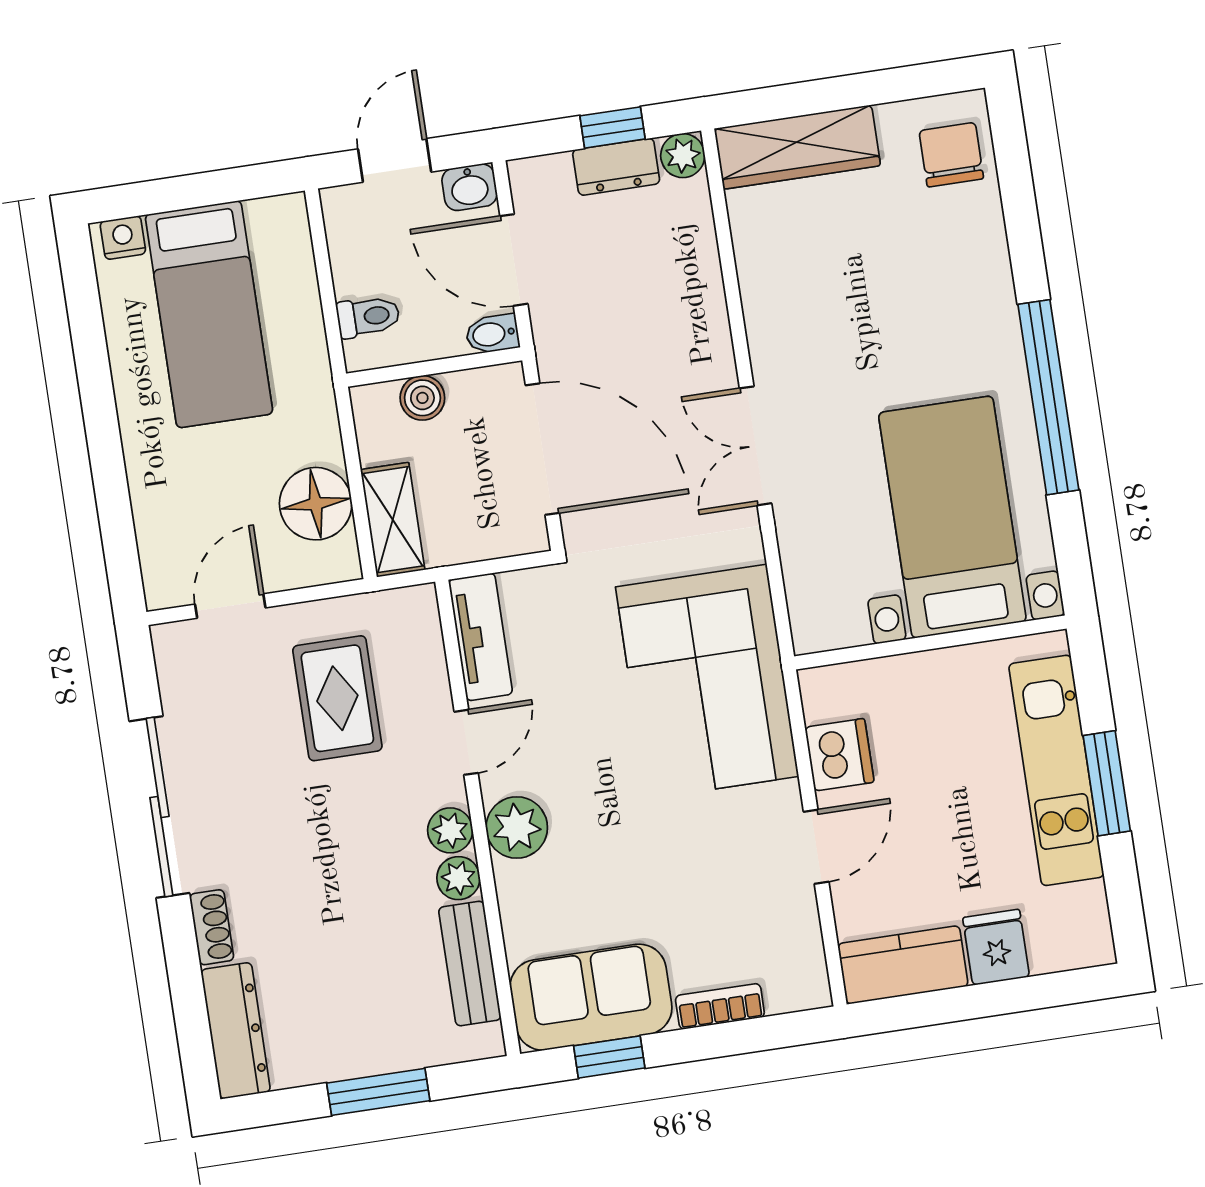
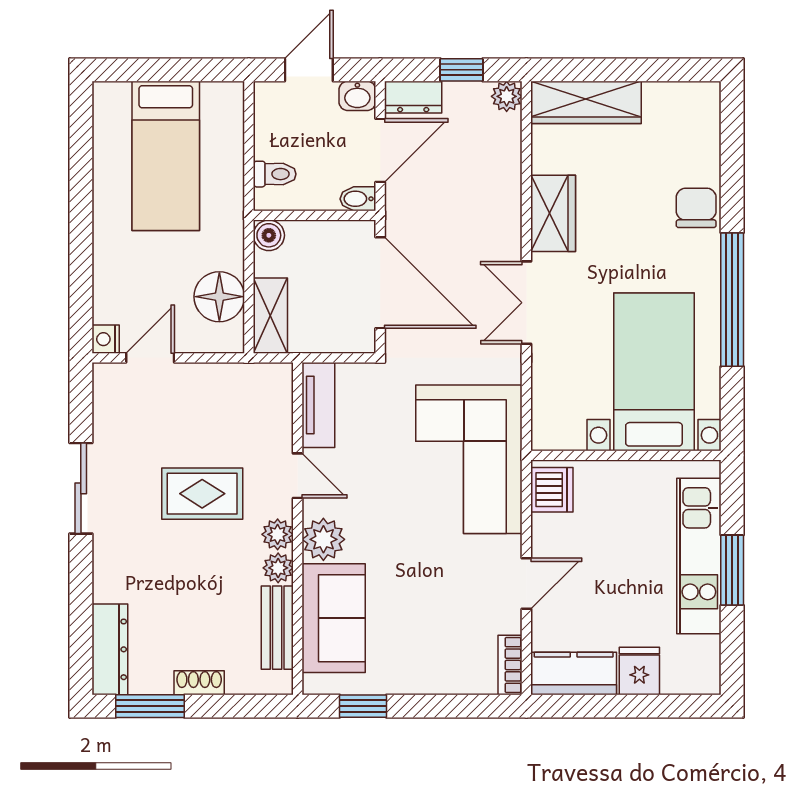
chair: (951, 155) -> (696, 208), moved
dresser: (616, 167) -> (413, 97), moved
nightstand: (123, 238) -> (106, 339), moved, turned -90
door: (514, 260) -> (380, 150), swing flipped
wardrobe: (774, 313) -> (553, 213), added
boiler: (422, 398) -> (269, 235), moved
rug: (337, 698) -> (202, 494), moved, turned 90
door: (466, 742) -> (298, 476), hinge flipped
dishwasher: (839, 755) -> (552, 490), moved
sliding door: (159, 807) -> (81, 488), width x0.73
shoe rack: (212, 927) -> (199, 683), moved, turned -90
sofa: (591, 997) -> (334, 618), moved, turned 90
bookcase: (720, 1006) -> (510, 665), moved, turned -90
window: (378, 1092) -> (150, 706), moved

